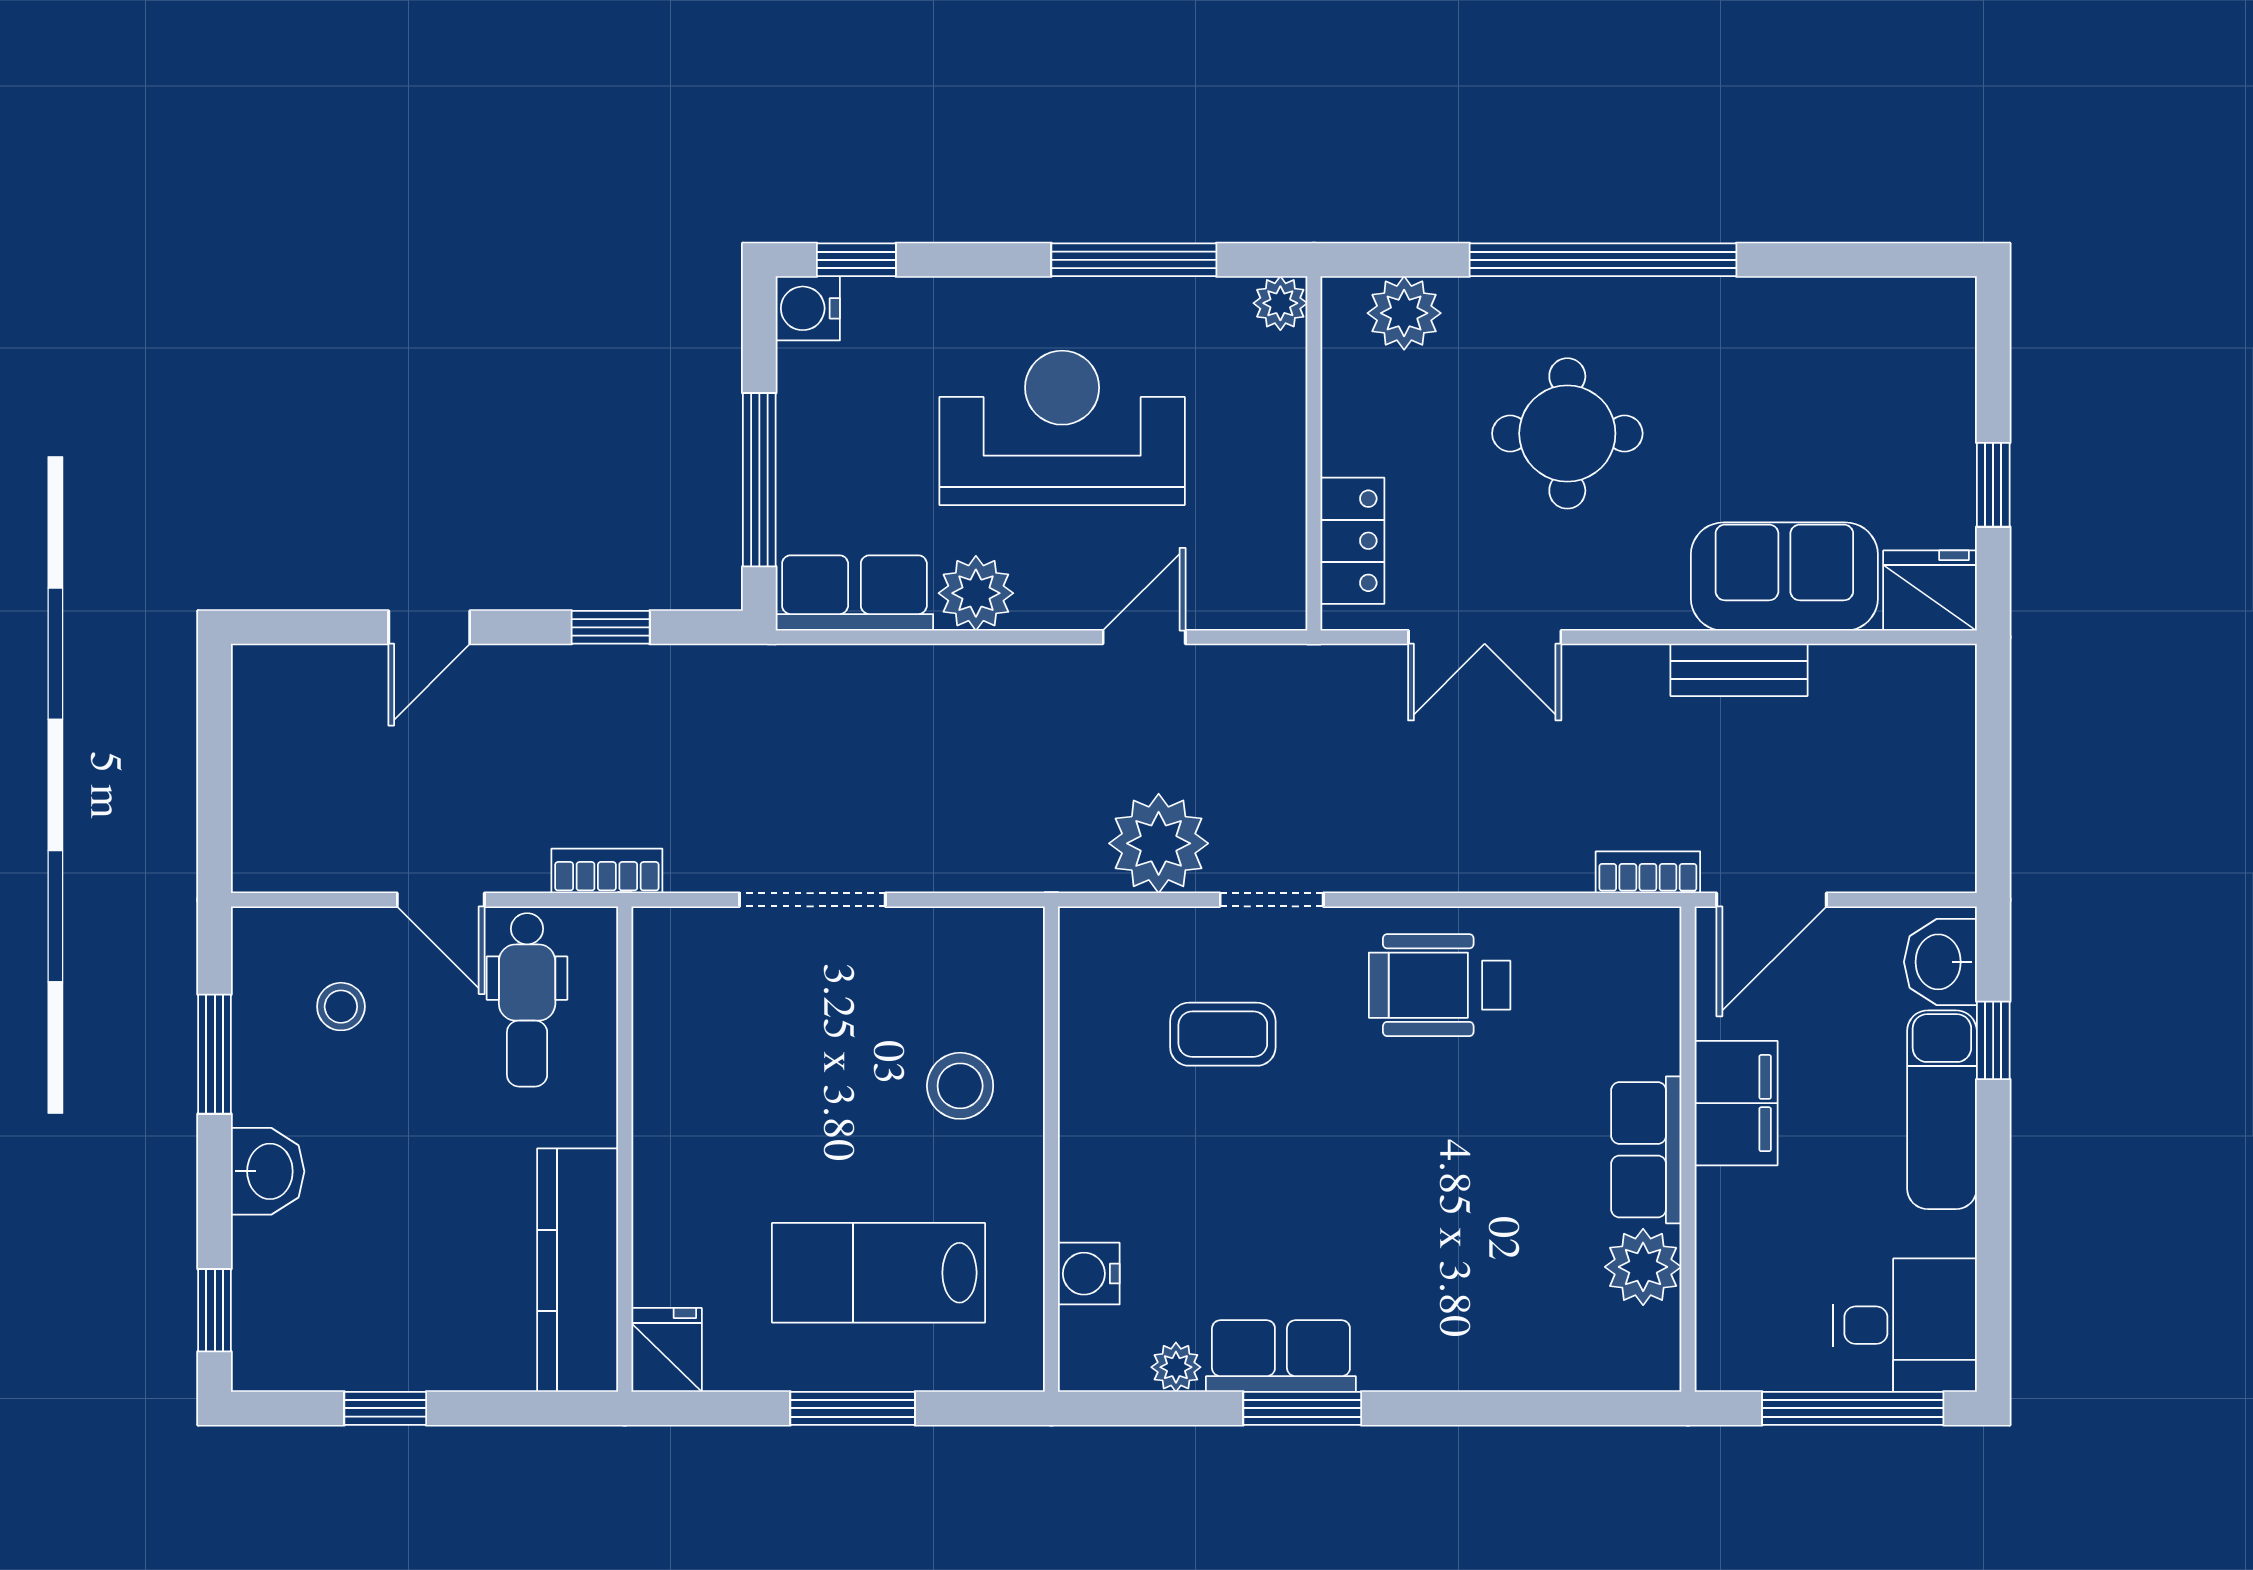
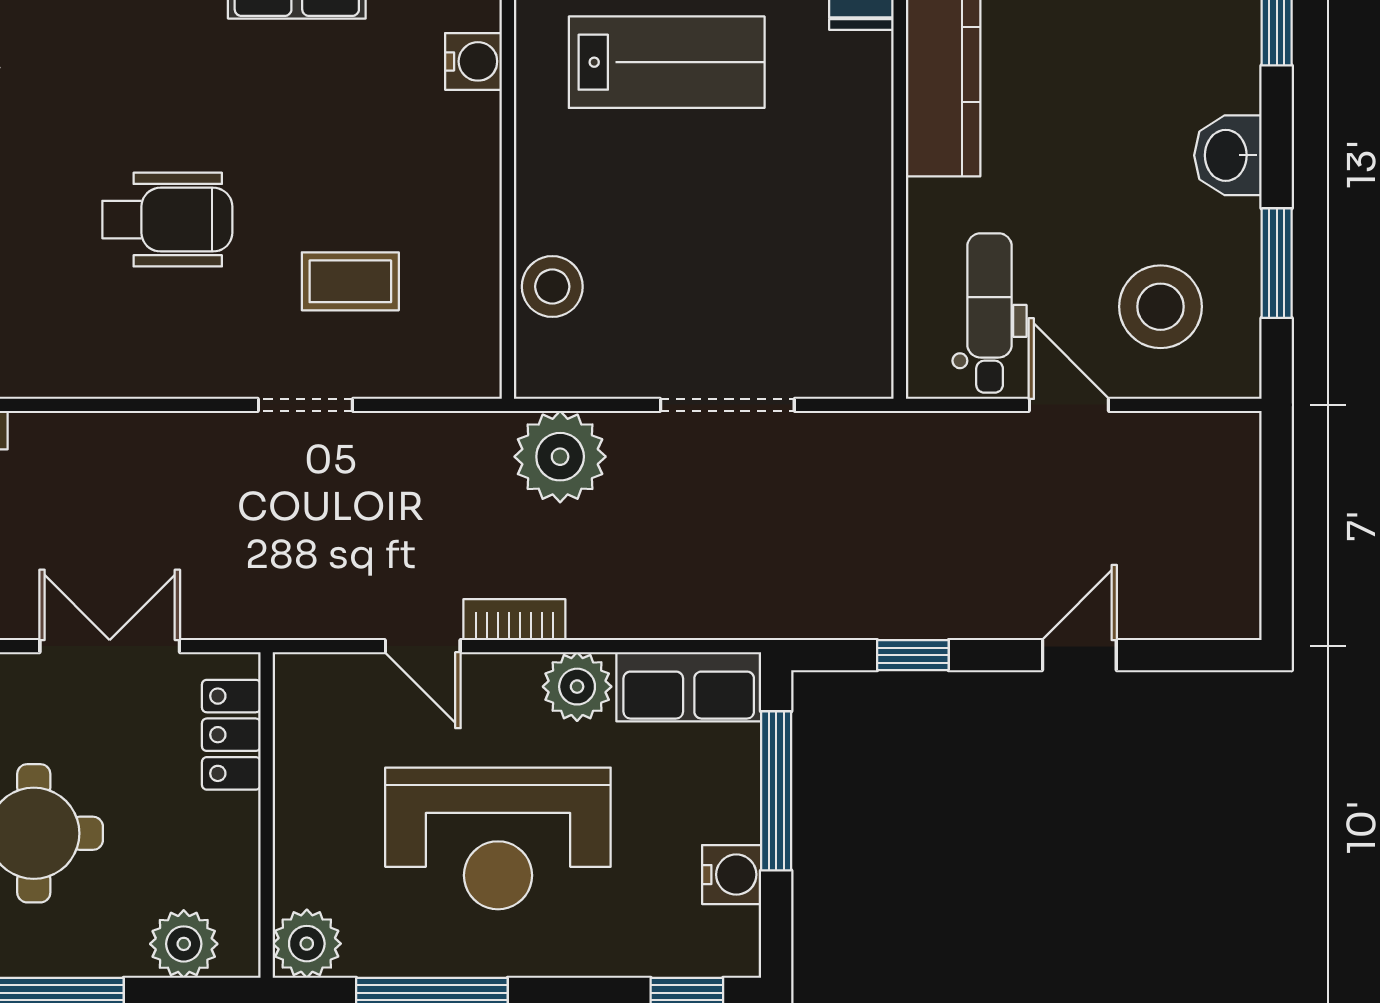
plant: (1280, 303) -> (307, 944), width x1.38, depth x1.38
water cooler: (808, 308) -> (732, 875), moved
door: (1144, 637) -> (423, 646), hinge flipped
plant: (1159, 843) -> (560, 457), moved
bookcase: (607, 871) -> (514, 620), moved, turned 180
wheelchair: (1440, 985) -> (167, 220), moved
stool: (341, 1007) -> (1161, 307), width x1.89, depth x1.89
stool: (960, 1086) -> (552, 287), moved

